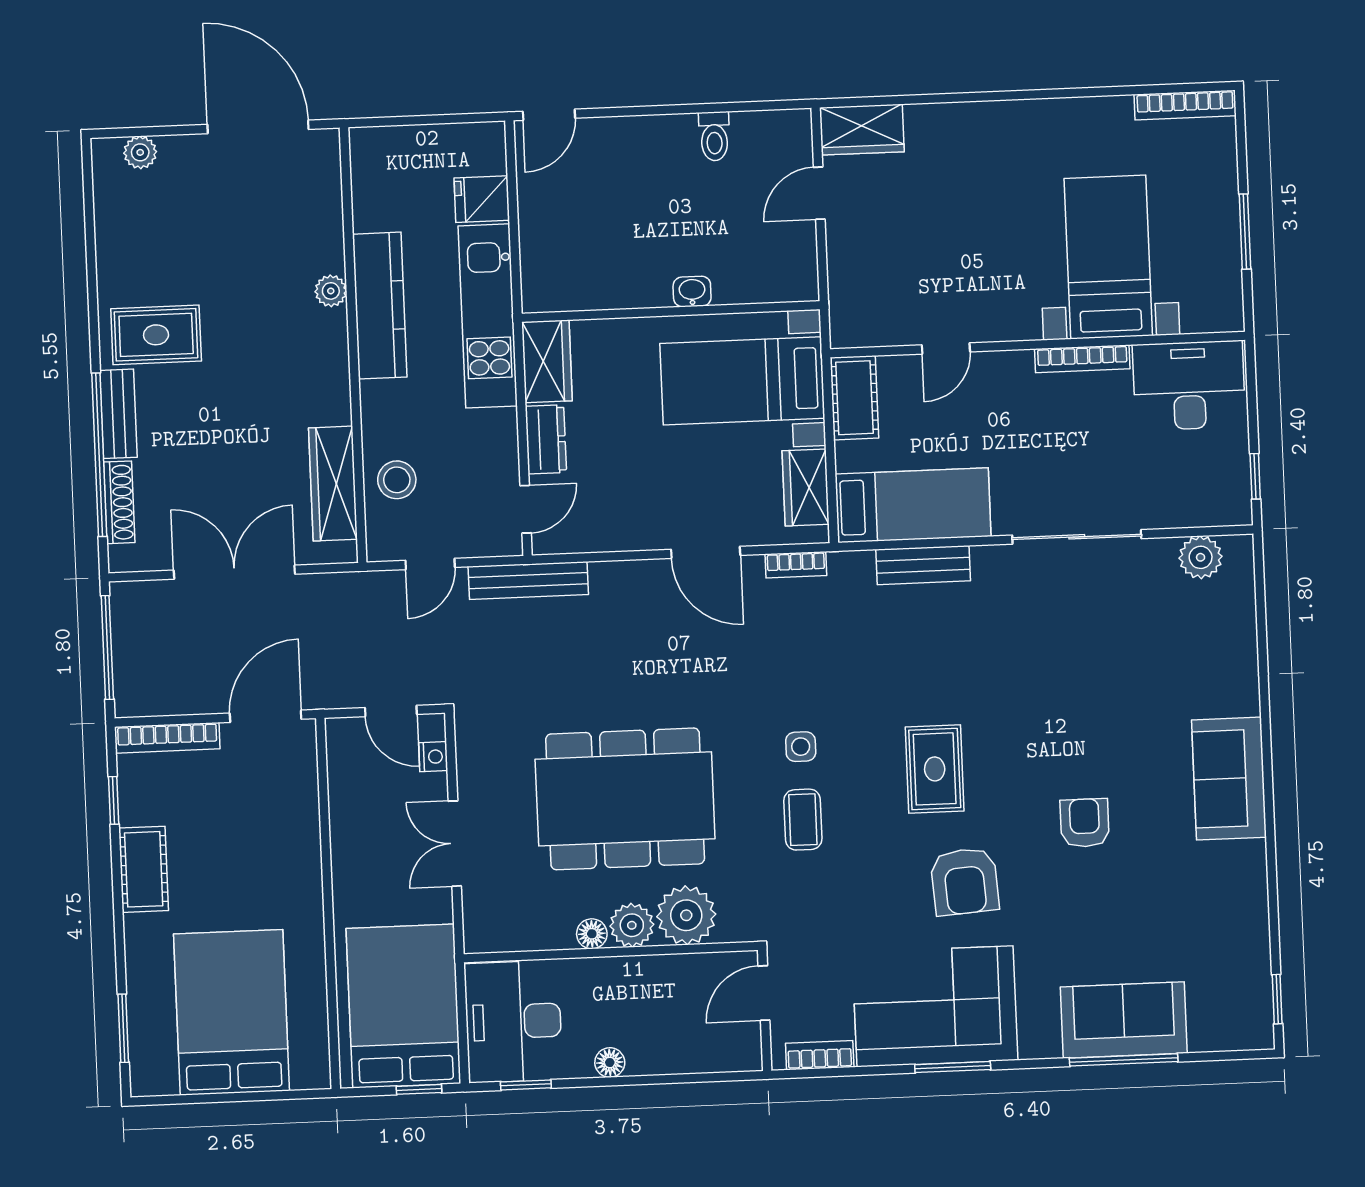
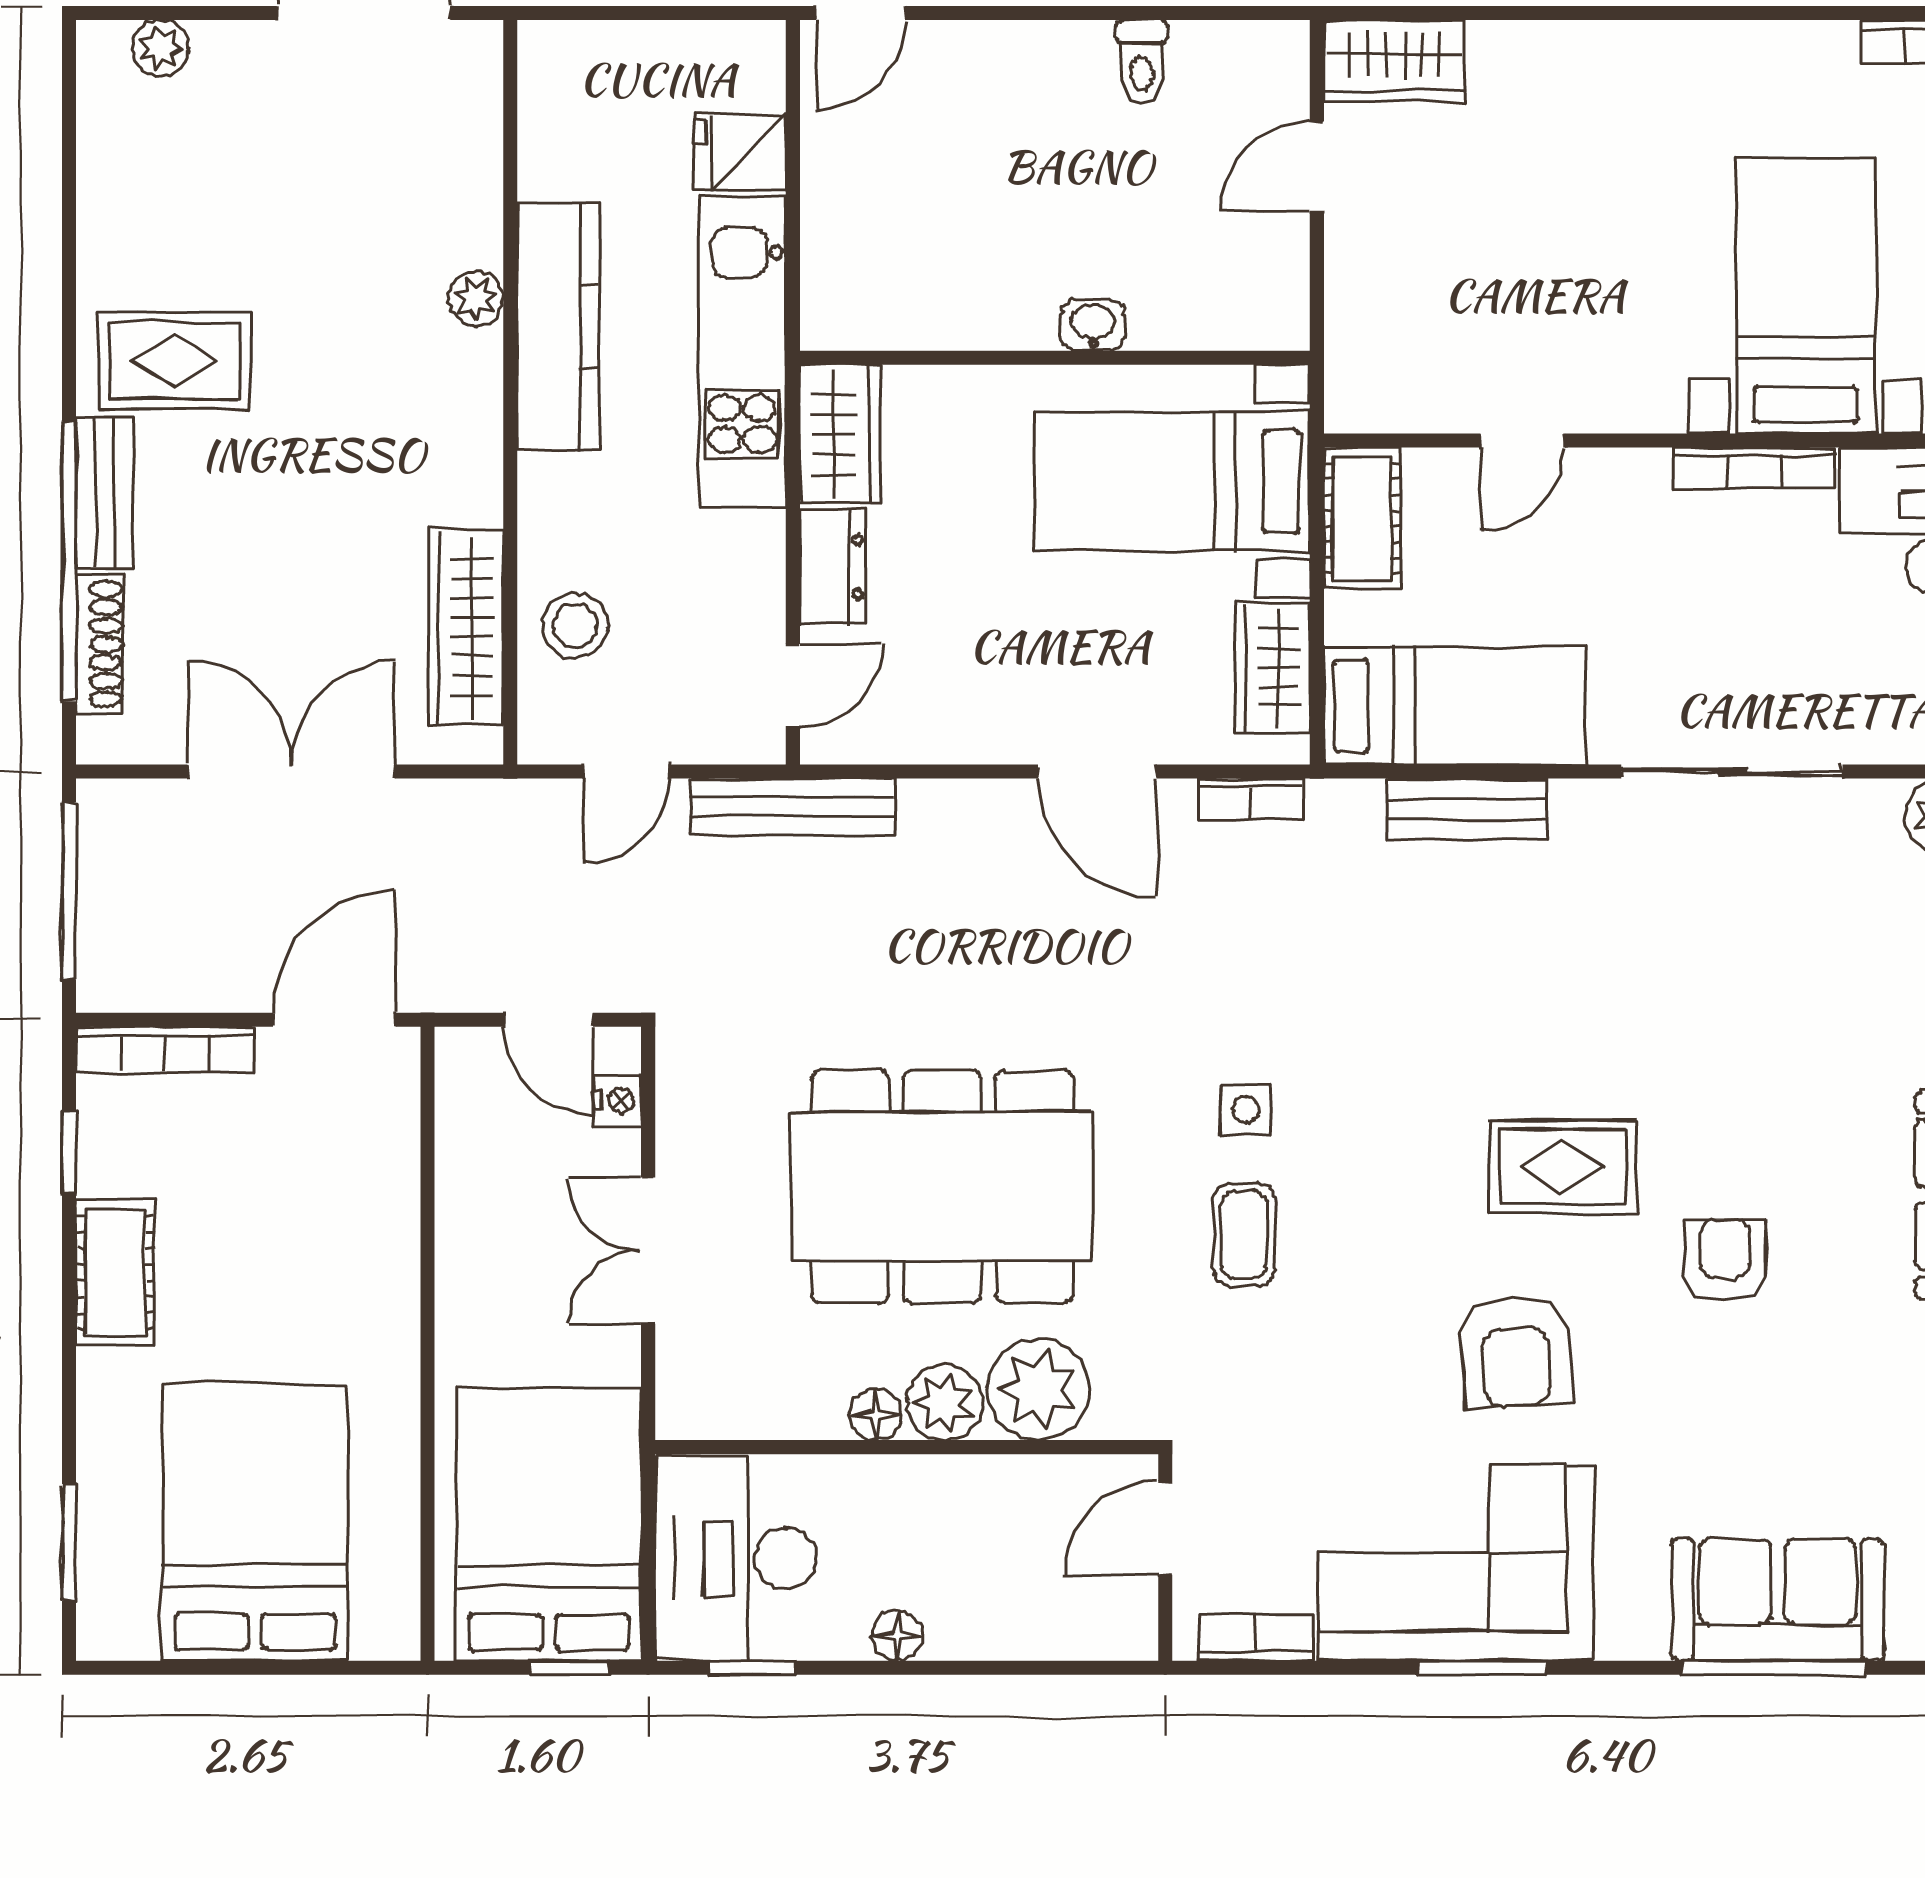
rug: (935, 769) -> (1562, 1167), moved, turned 90

